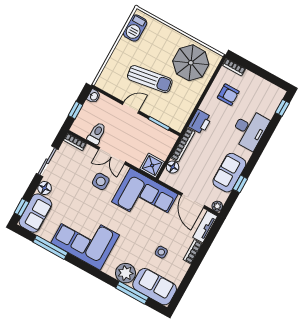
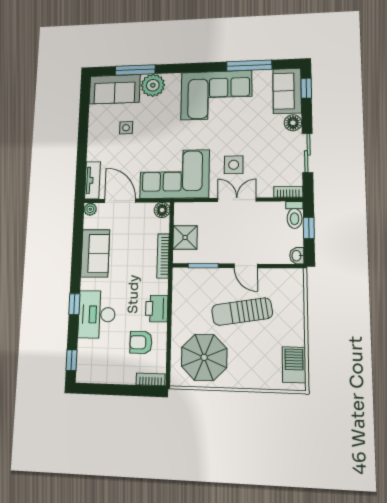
door: (131, 108) -> (246, 266), hinge flipped
printer: (200, 122) -> (157, 309), moved
toilet: (97, 133) -> (294, 215), moved
shower: (152, 165) -> (185, 238), moved
floor lamp: (173, 167) -> (162, 210), moved
window: (240, 184) -> (74, 304), moved
bookcase: (193, 252) -> (93, 147), removed

